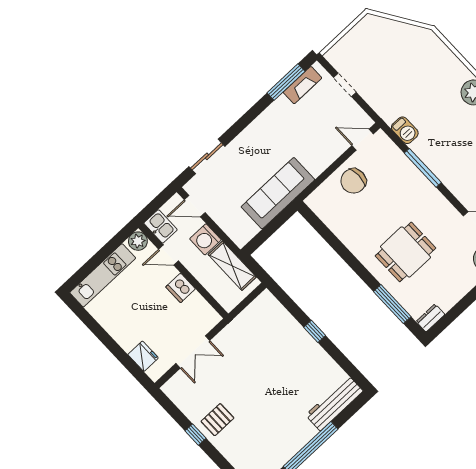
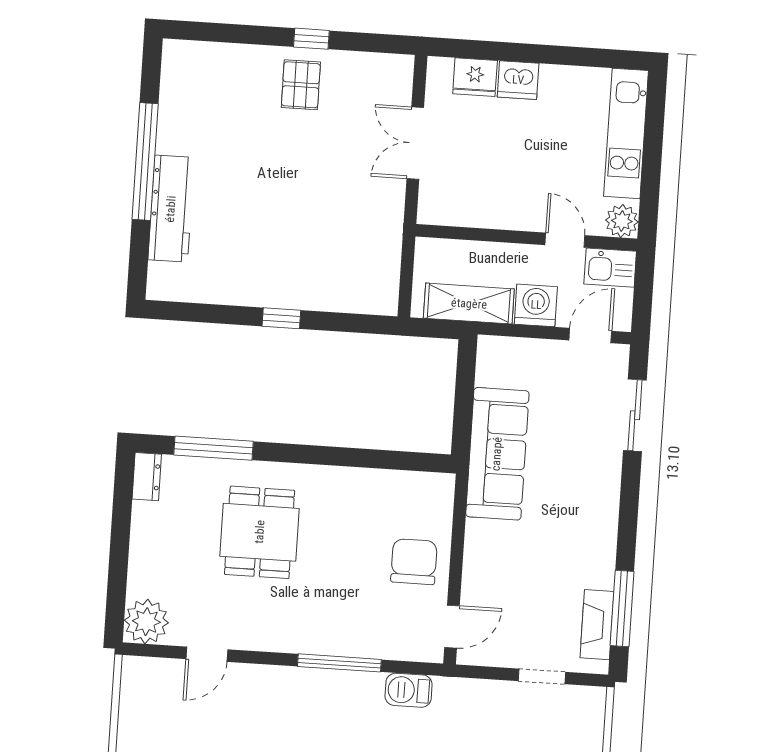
door: (169, 255) -> (565, 240), hinge flipped
dishwasher: (181, 288) -> (518, 80), moved, turned 180
workbench: (334, 403) -> (171, 209), moved

